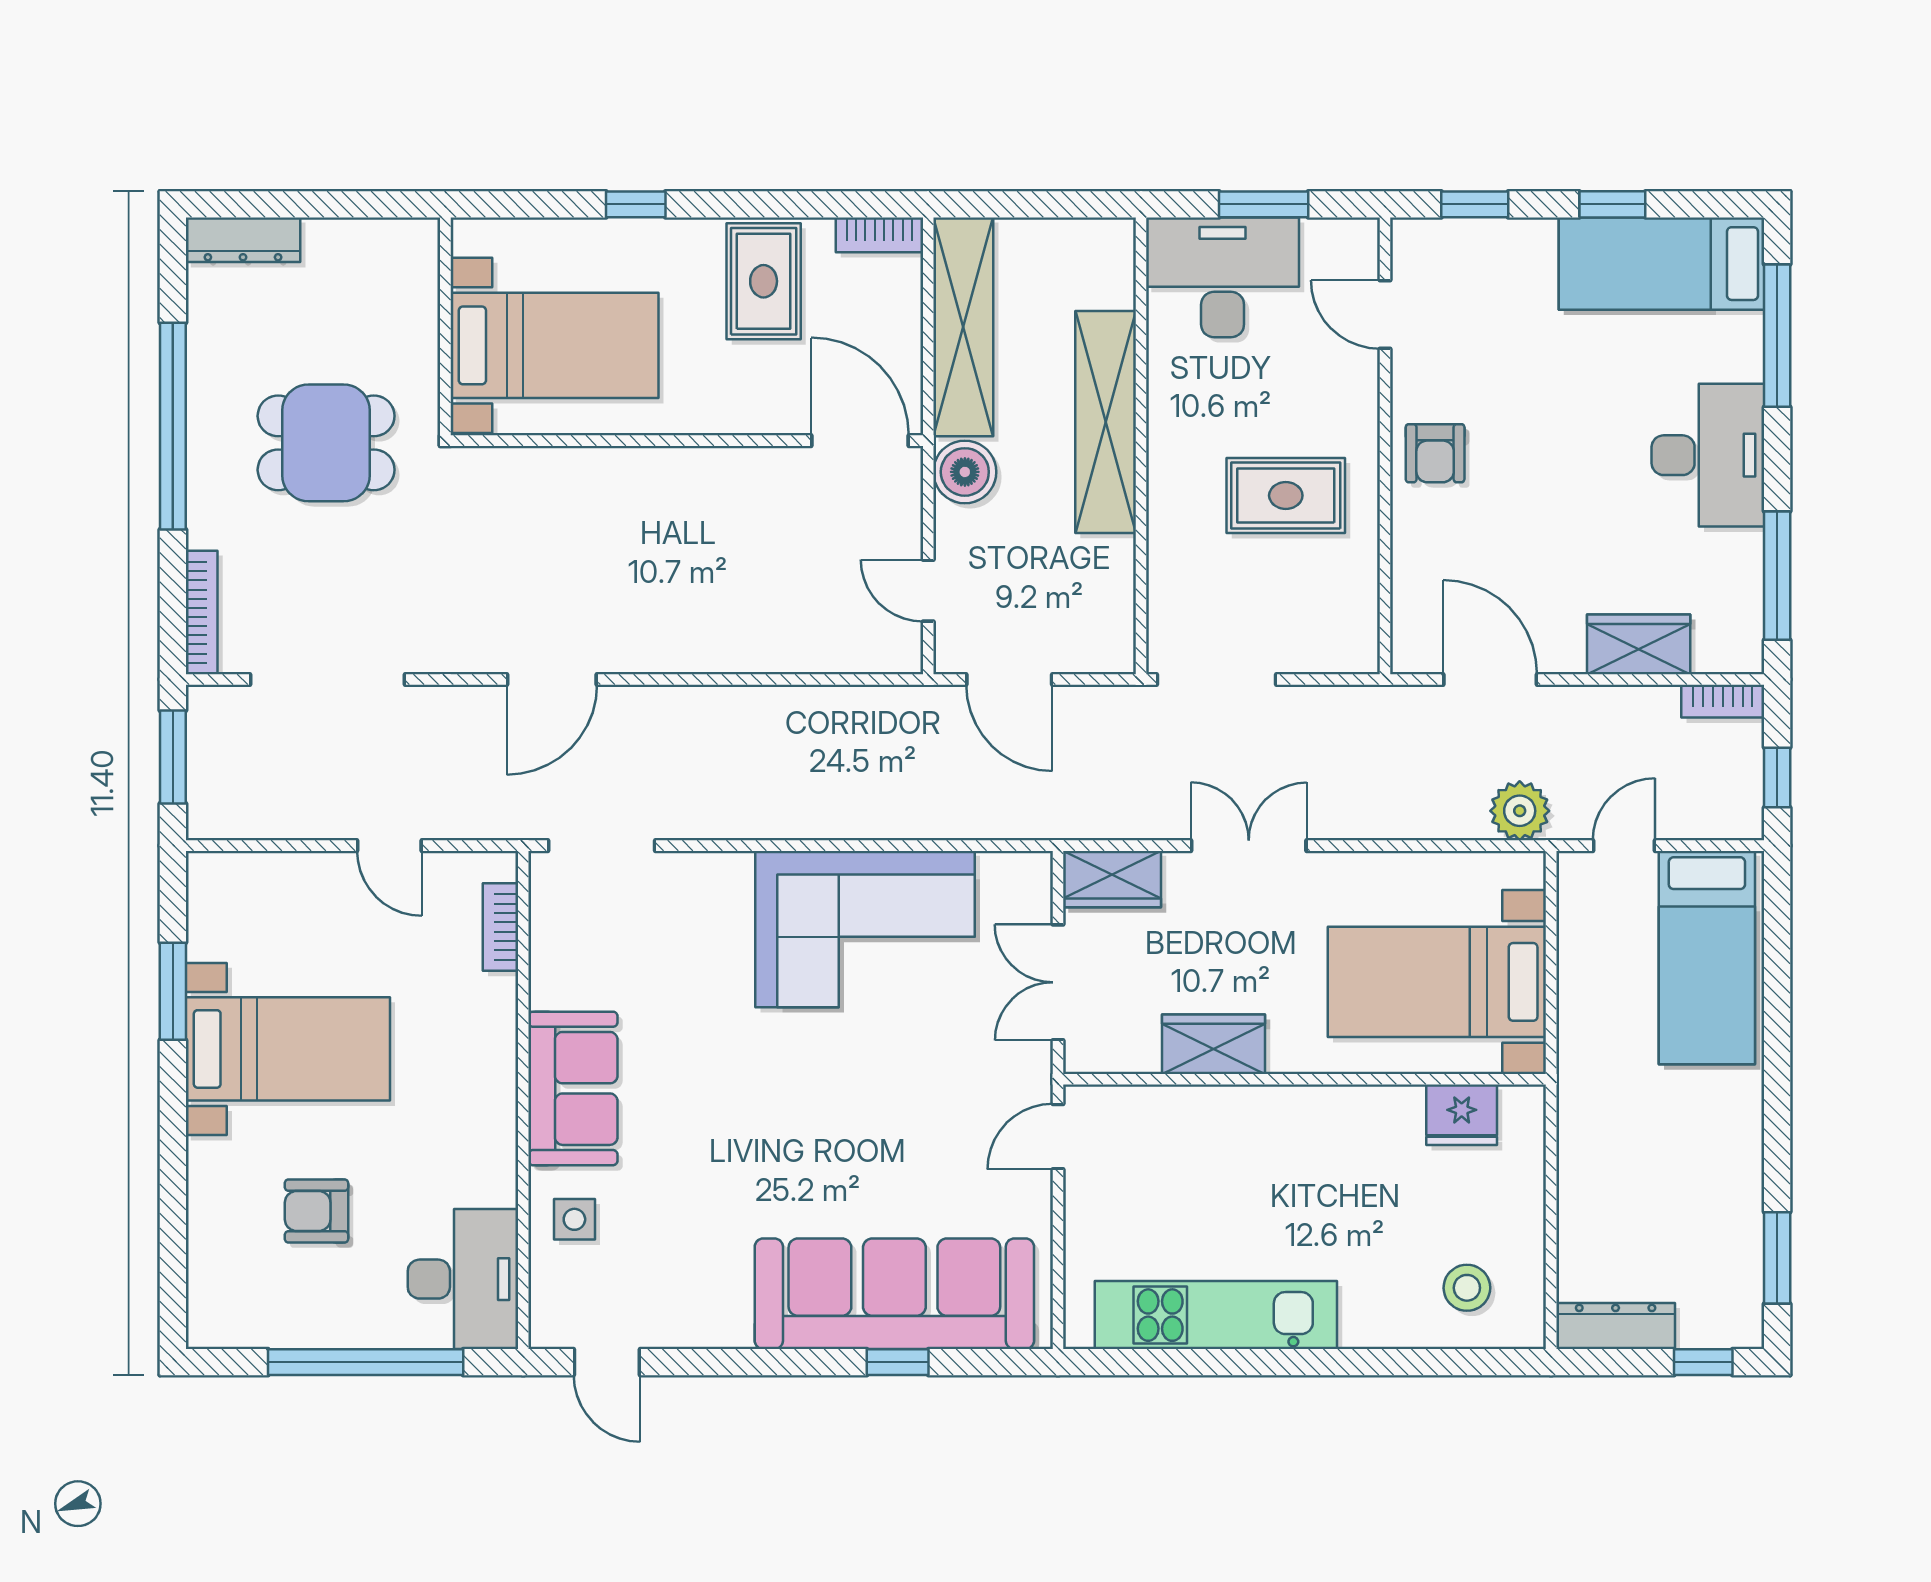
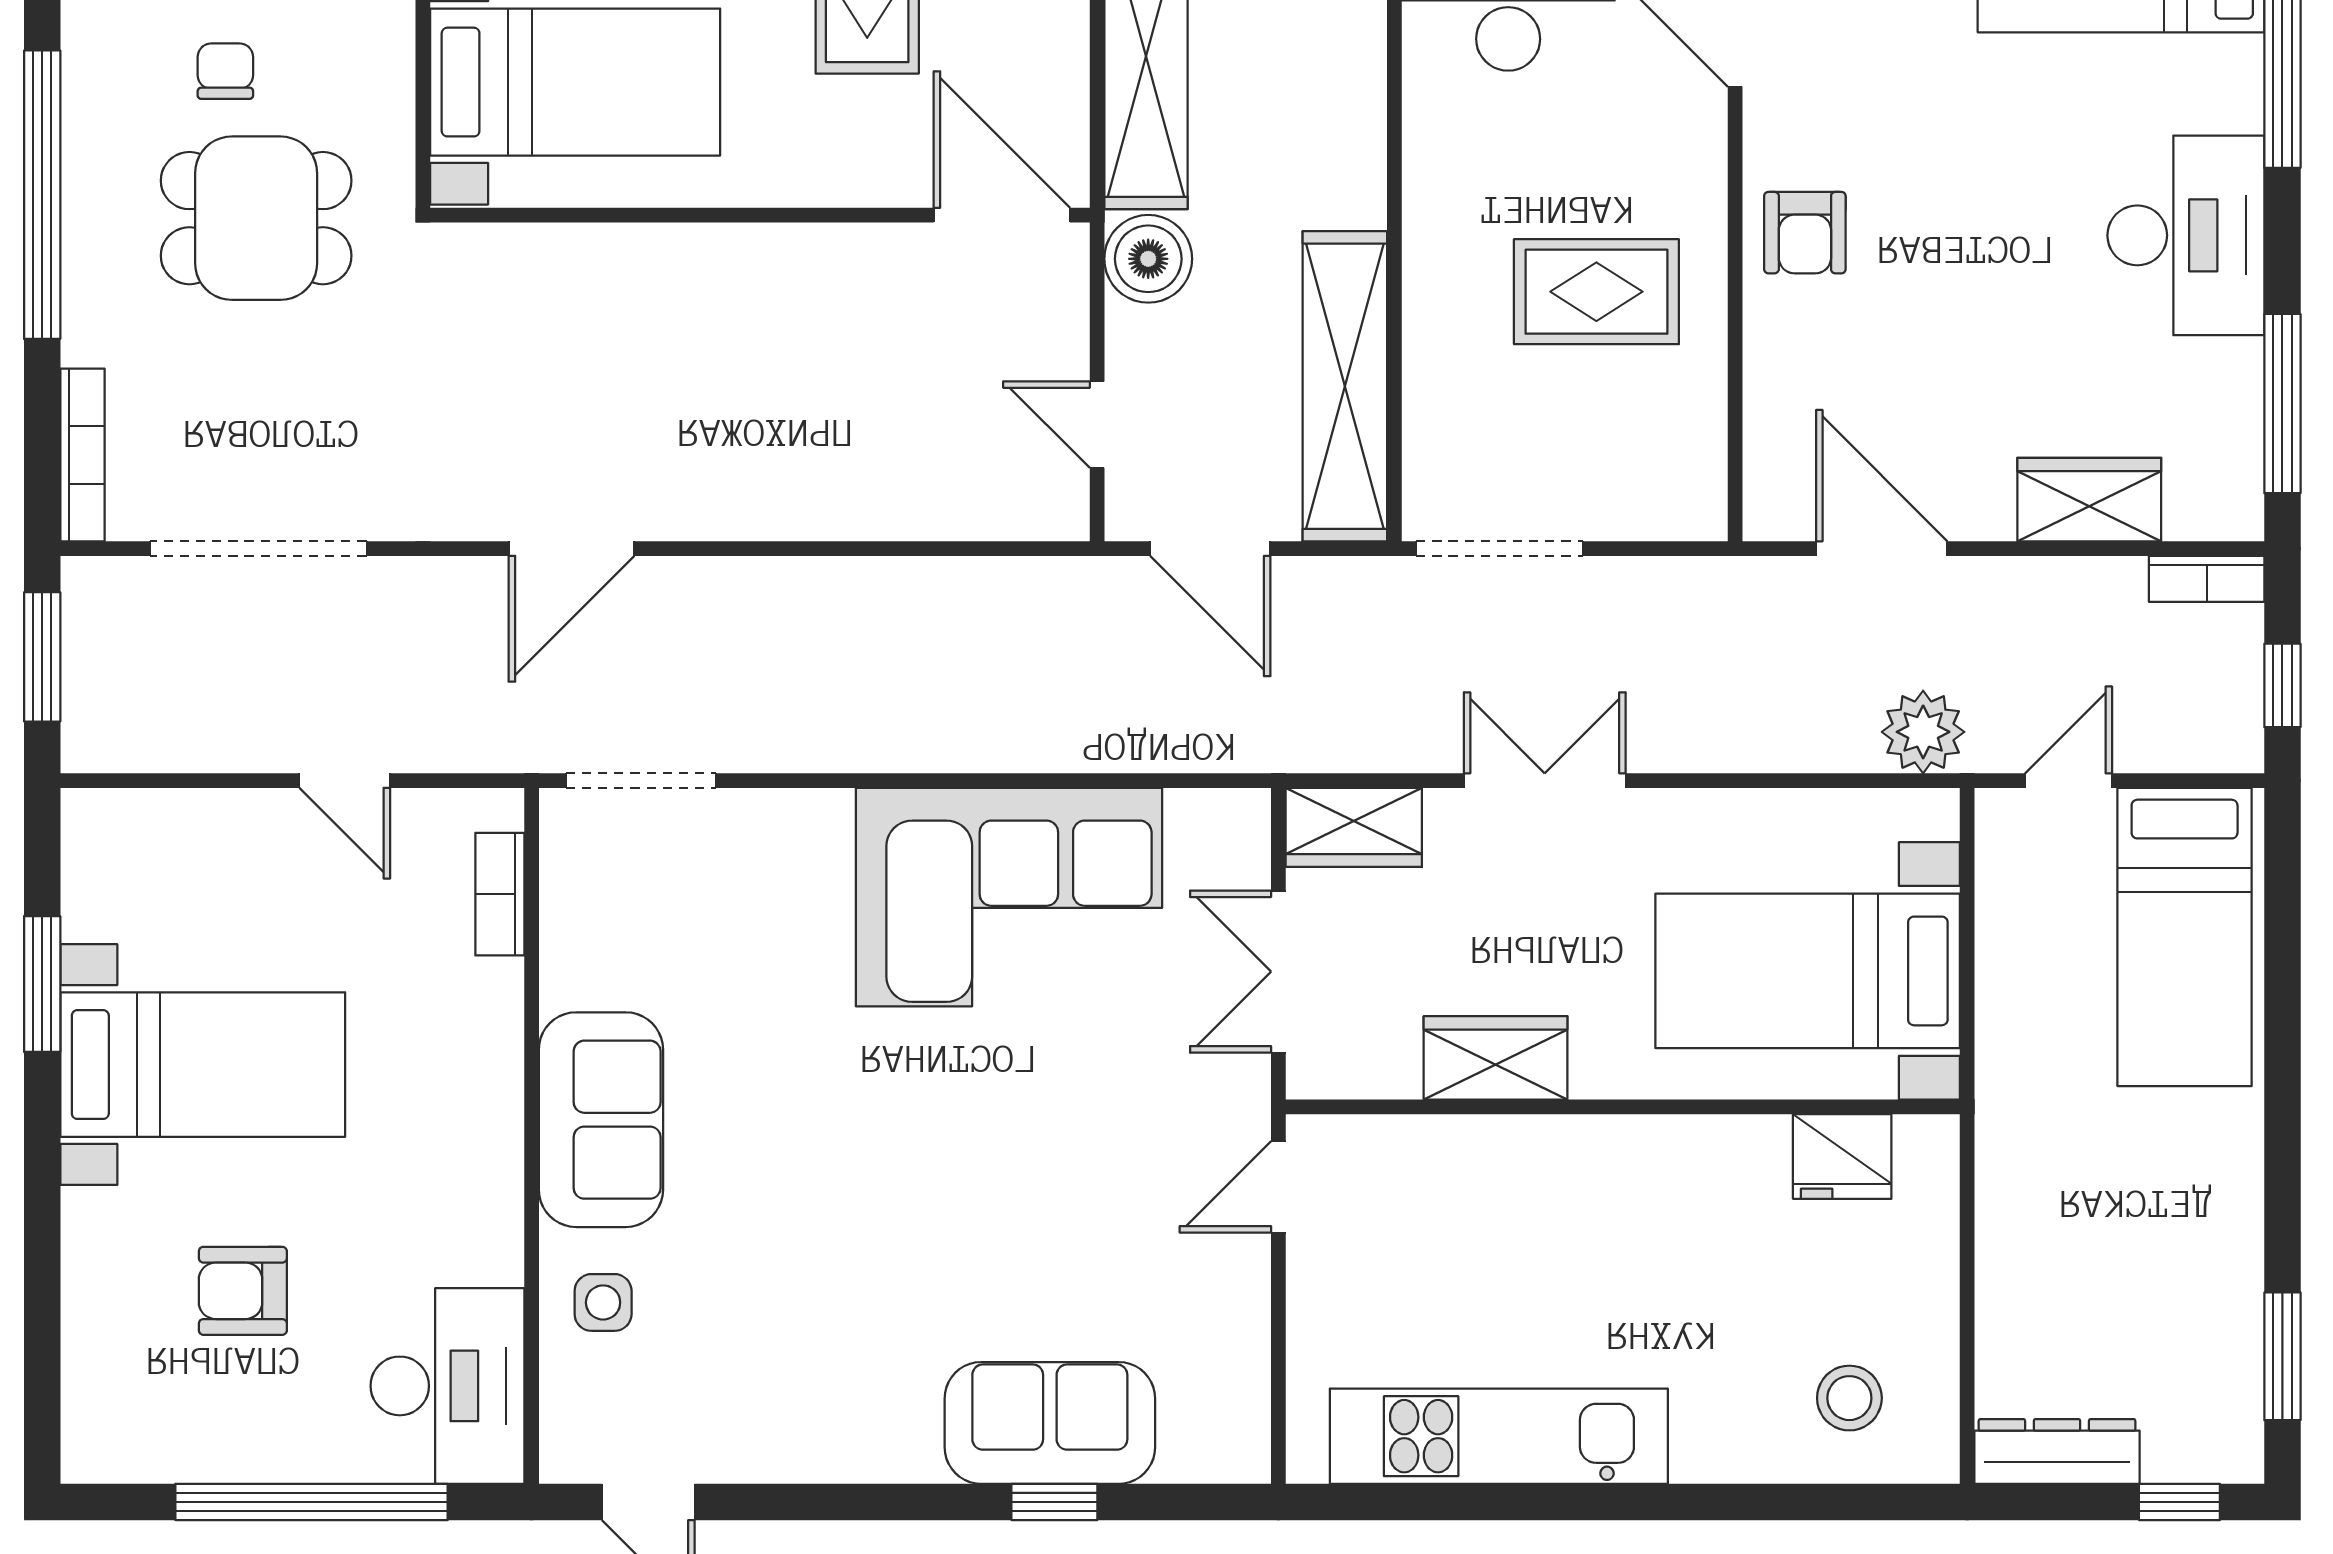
chair: (304, 338) -> (225, 71), added
shelving: (1106, 422) -> (1345, 386), moved
sofa: (894, 1294) -> (1050, 1423), width x0.54, depth x0.79

